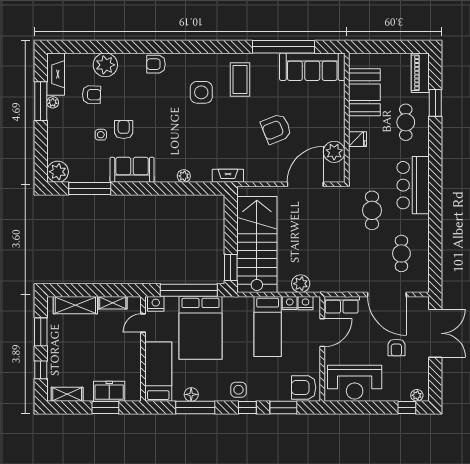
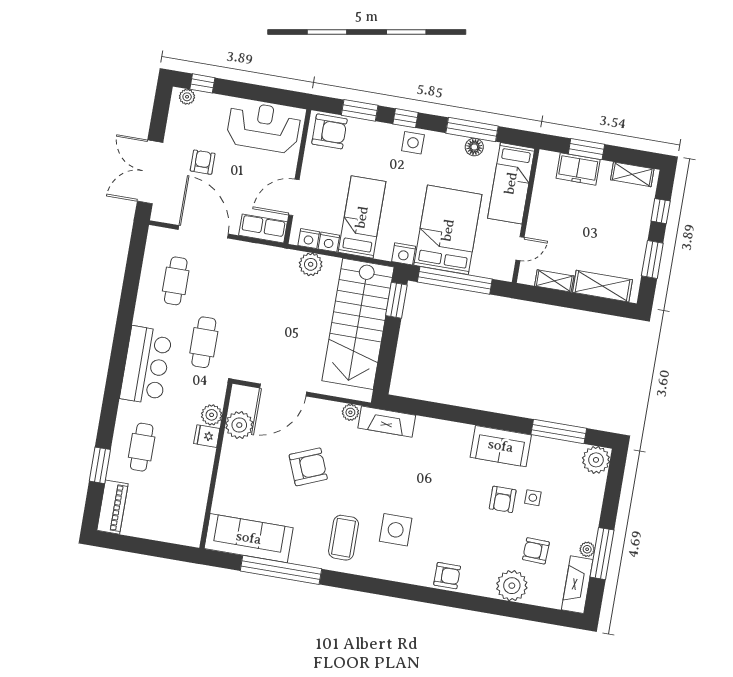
booth: (364, 92) -> (188, 494), removed
plant: (357, 156) -> (212, 415), added
plant: (184, 176) -> (350, 412), moved
fireplace: (228, 176) -> (387, 422), width x1.37, depth x1.32
nightstand: (156, 304) -> (404, 254), moved

